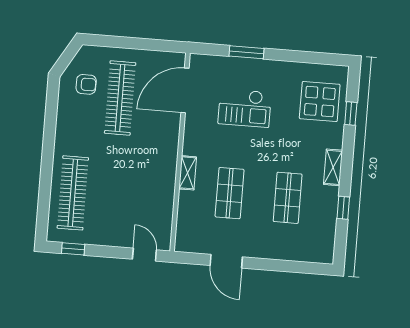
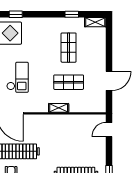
shelving: (333, 167) -> (95, 22), moved
shop shelf: (288, 198) -> (69, 48), turned 90

